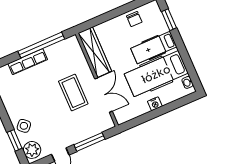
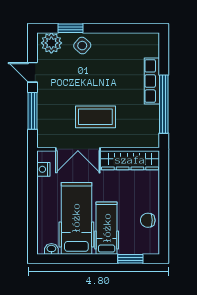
nightstand: (155, 104) -> (43, 169), moved

